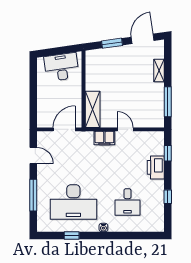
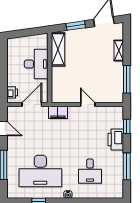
desk: (62, 67) -> (36, 64), moved, turned 98
shelving: (93, 109) -> (58, 49), moved
printer: (43, 116) -> (12, 92), added
filing cabinet: (104, 138) -> (58, 112), moved
window: (168, 197) -> (127, 166), width x2.17

